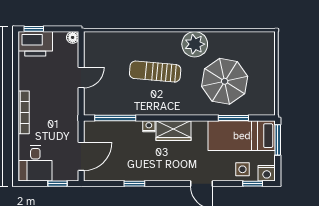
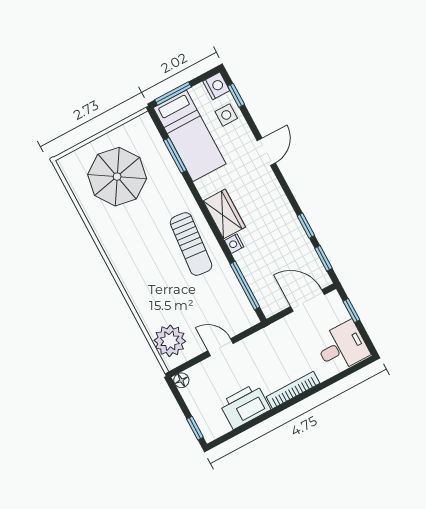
printer: (35, 44) -> (245, 406), moved, turned -90
plant: (195, 44) -> (170, 341), moved
sun lounger: (155, 72) -> (191, 244), moved
parasol: (225, 81) -> (117, 177), moved
window: (105, 184) -> (323, 258), added

